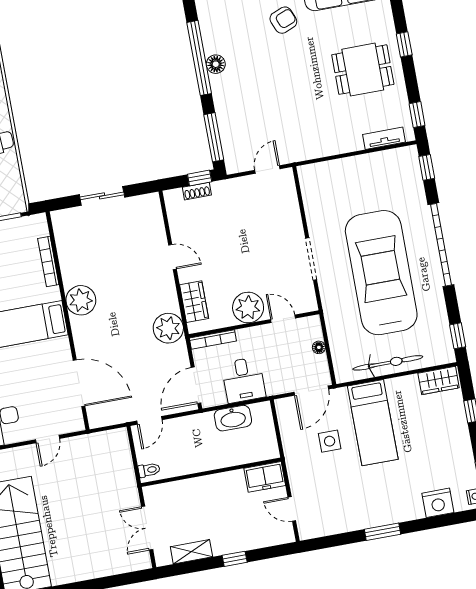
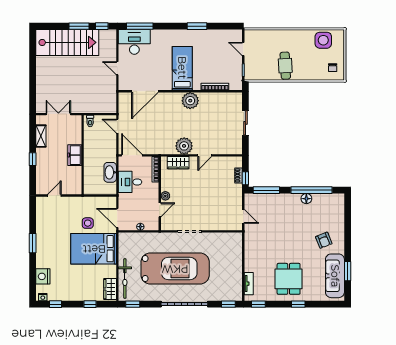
plant: (248, 308) -> (165, 196), width x0.53, depth x0.53
plant: (168, 328) -> (184, 146), moved
bicycle: (388, 363) -> (125, 278), moved
bed: (373, 423) -> (94, 249), width x1.50
freezer: (265, 477) -> (75, 155), moved

